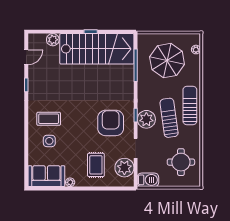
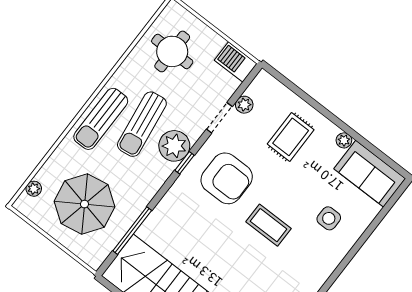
coffee table: (49, 119) -> (269, 225), moved
armchair: (111, 123) -> (227, 178), turned -90
plant: (124, 168) -> (244, 105), width x0.53, depth x0.53

